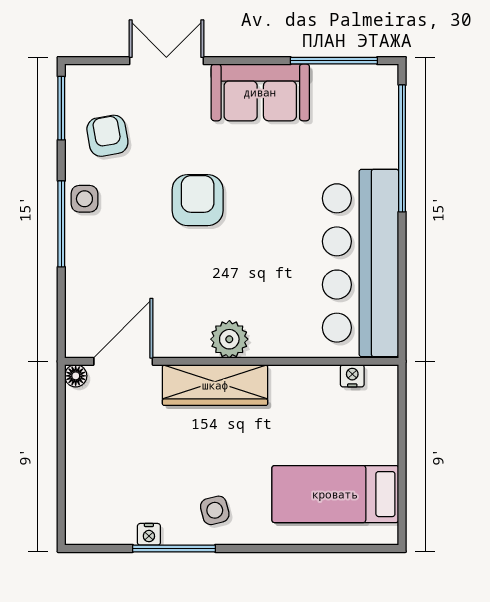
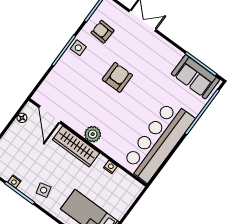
sofa: (260, 92) -> (195, 77), moved
armchair: (107, 136) -> (103, 32), turned -77
door: (123, 361) -> (50, 114), swing flipped
floor lamp: (76, 376) -> (22, 118), moved
nightstand: (352, 376) -> (110, 167), moved

